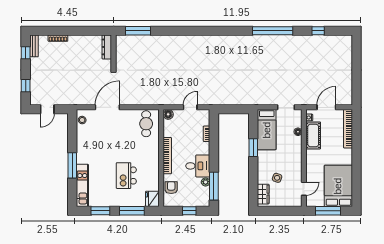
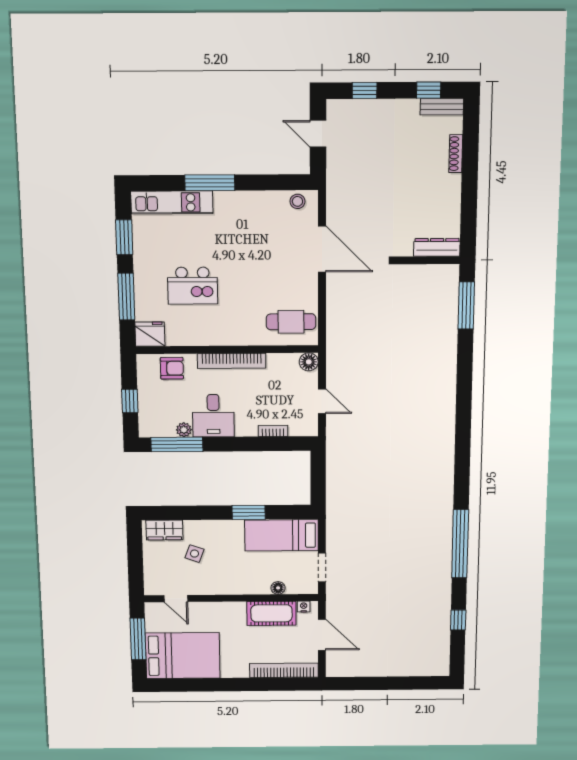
kitchen island: (126, 176) -> (193, 286), turned 180

